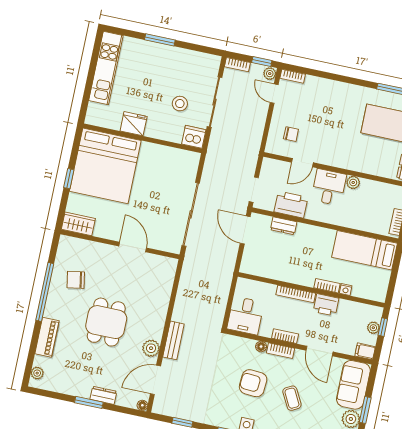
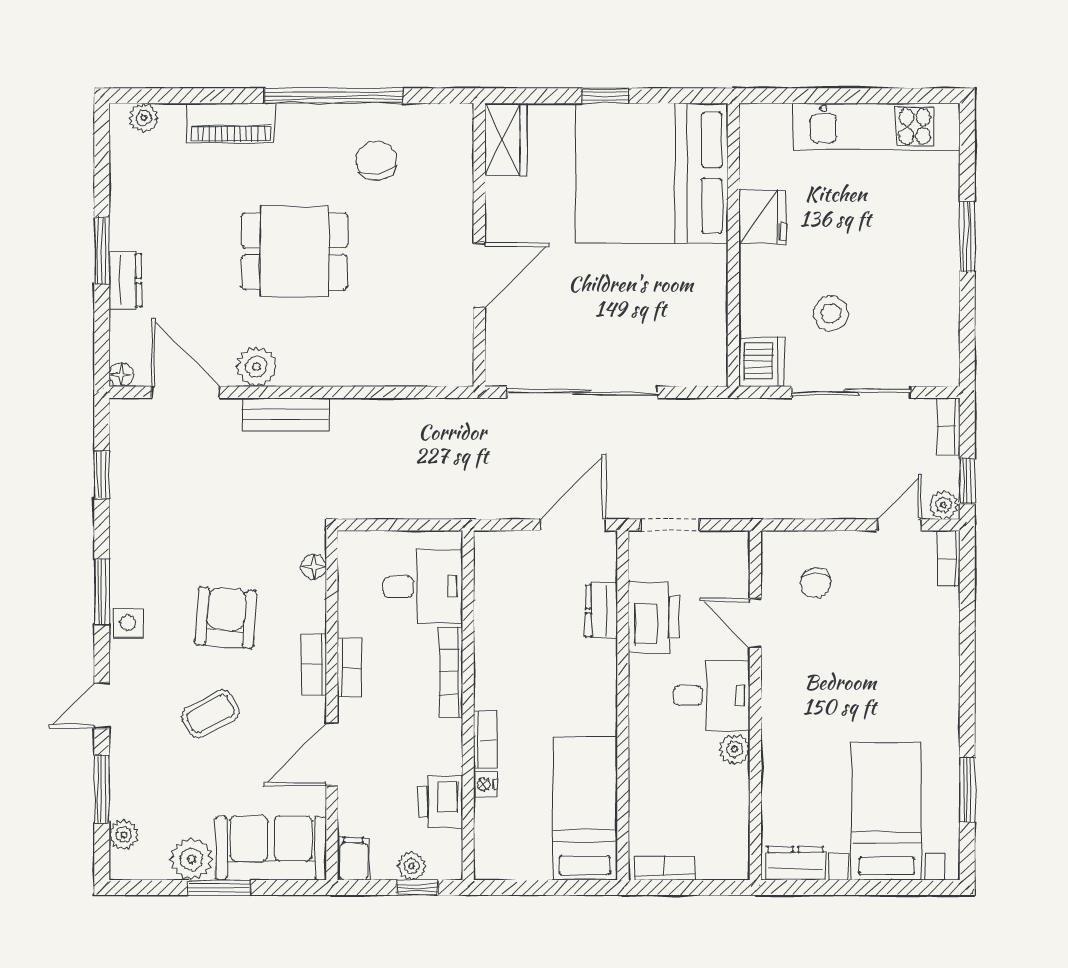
printer: (326, 305) -> (441, 802), moved
desk: (245, 316) -> (423, 587), moved, turned 180
floor lamp: (261, 347) -> (314, 567), moved

